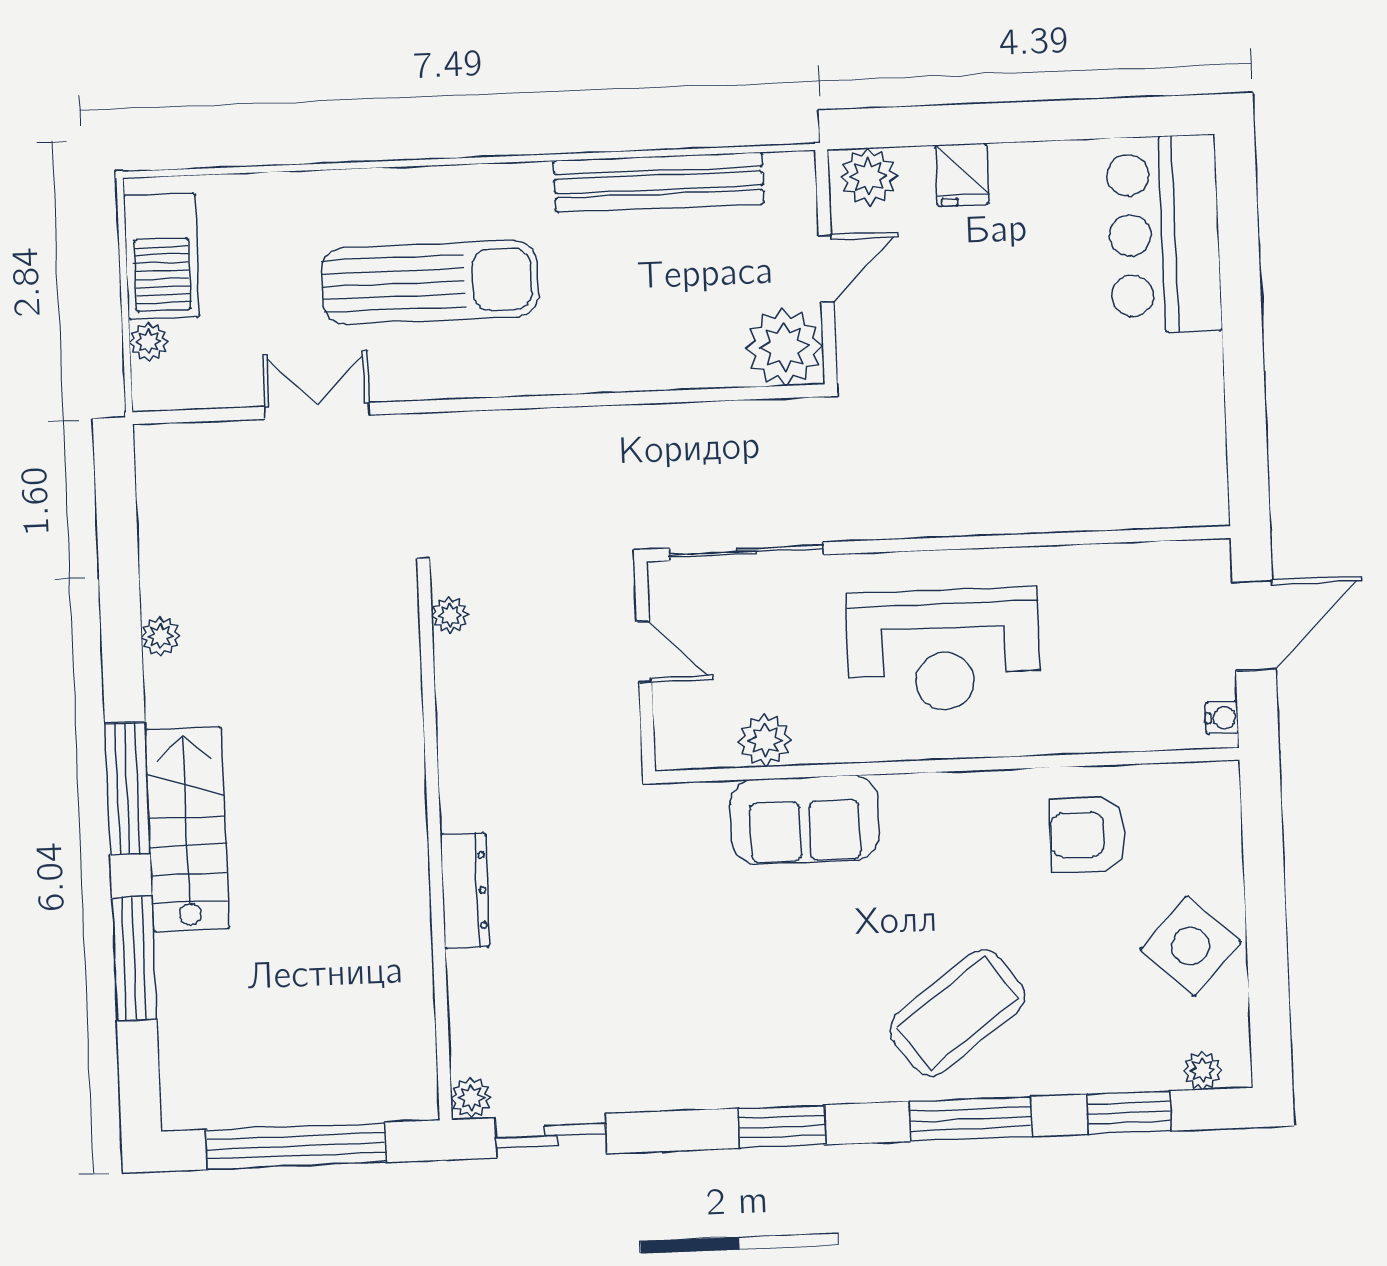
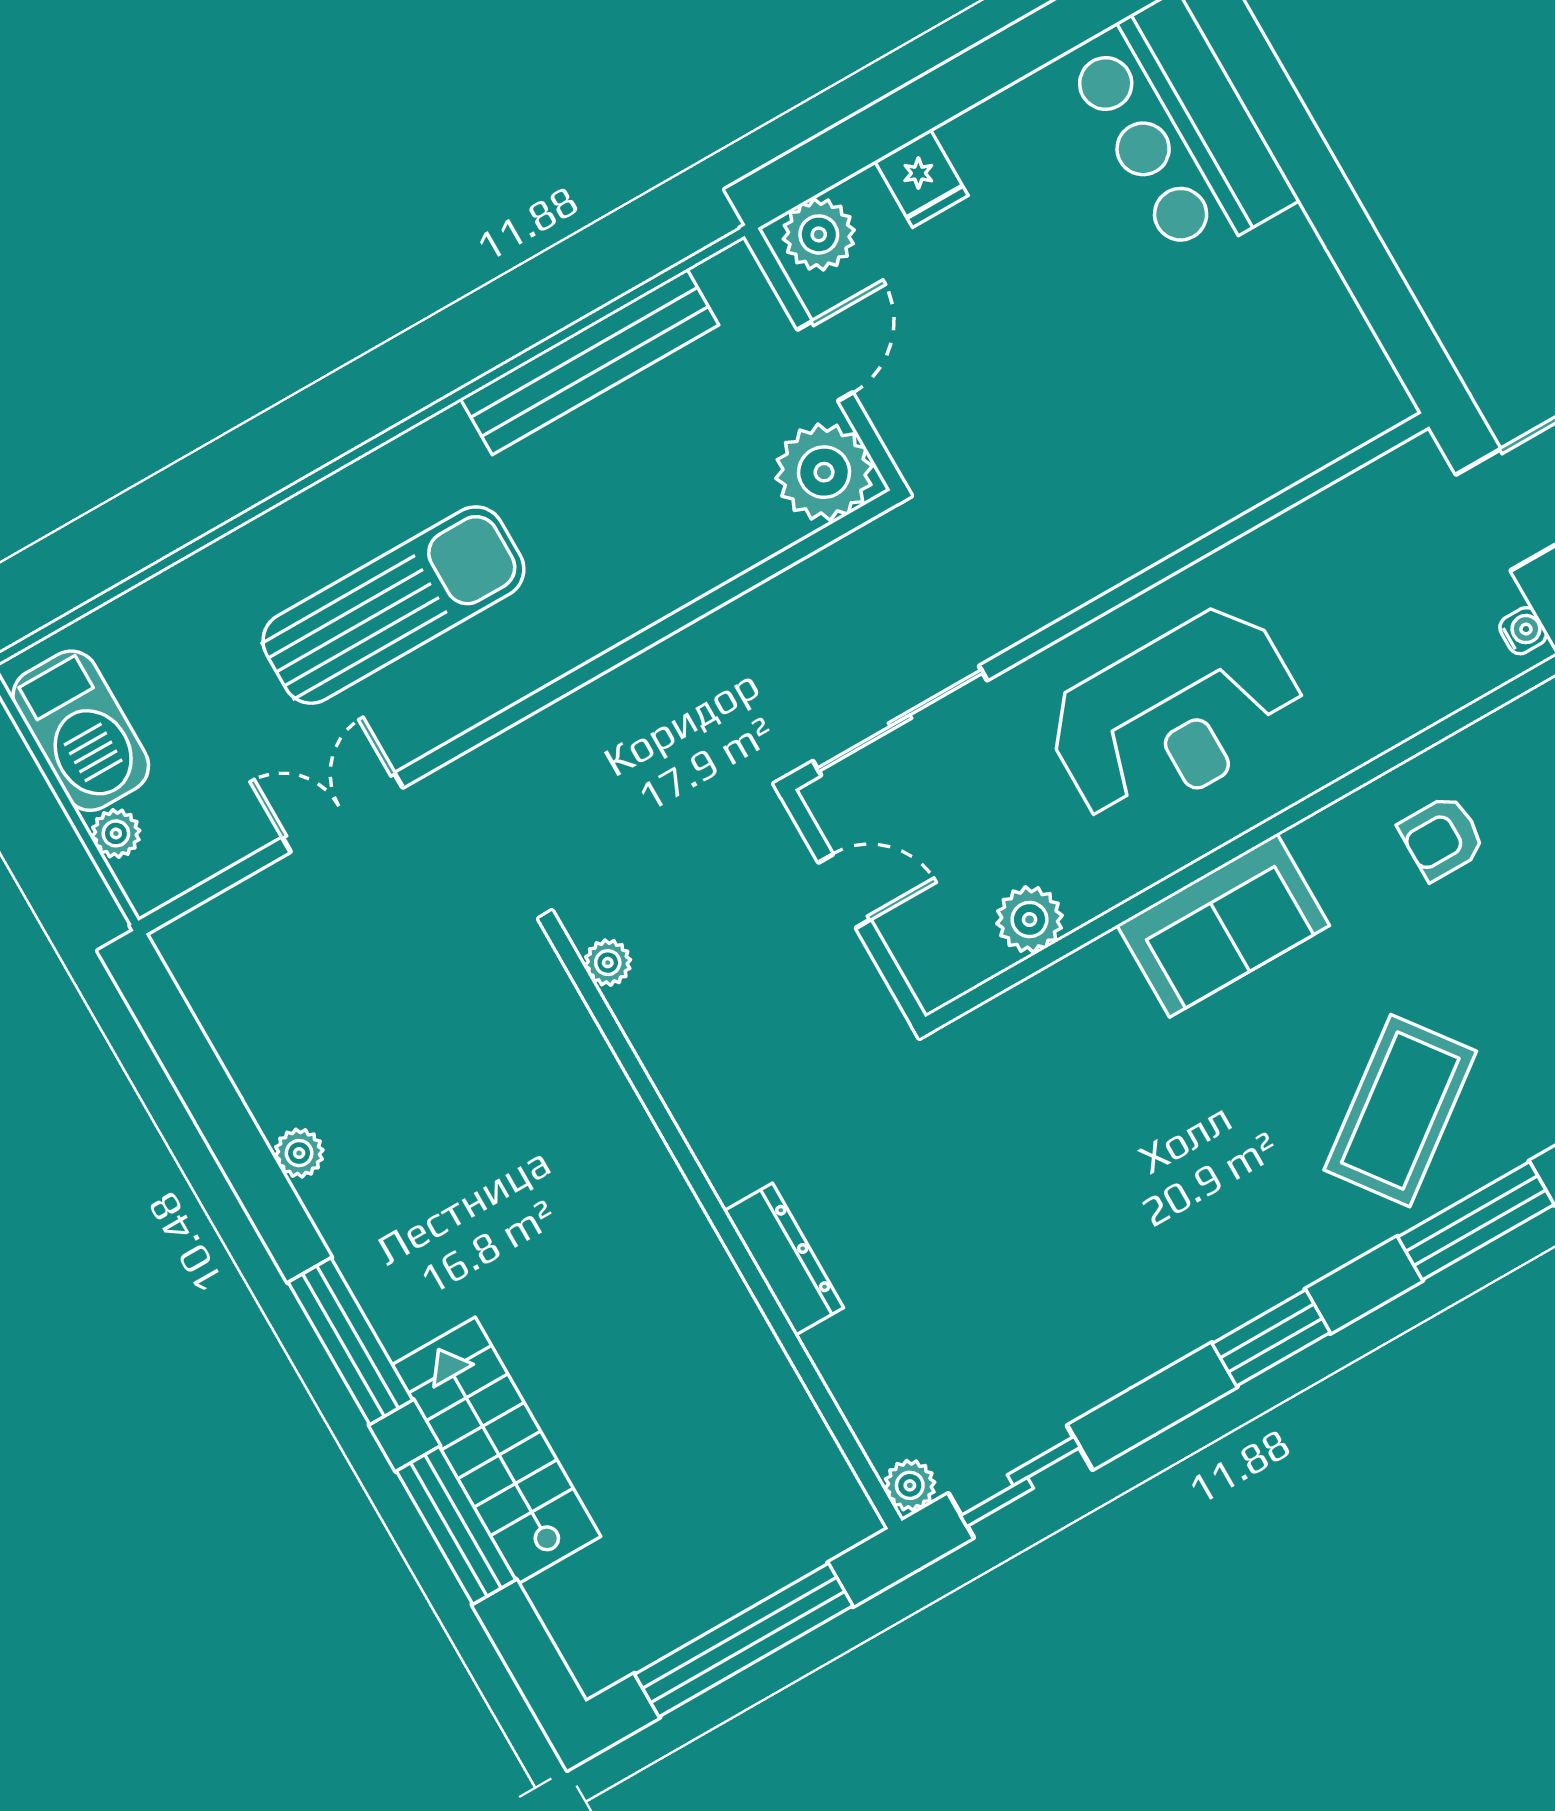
sofa: (805, 820) -> (1223, 925), moved
stairs: (187, 829) -> (496, 1450), moved
armchair: (1088, 835) -> (1442, 837), width x0.72, depth x0.72

